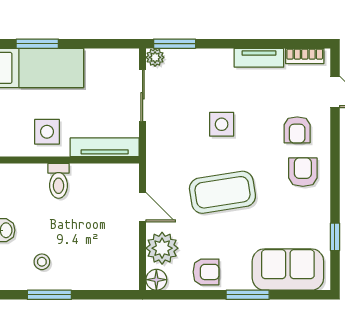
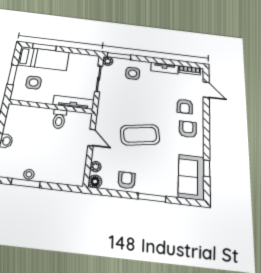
side table: (222, 124) -> (133, 73), moved
side table: (47, 132) -> (34, 82), moved
toilet: (59, 181) -> (59, 119), moved
plant: (162, 248) -> (95, 167), width x0.53, depth x0.53
stool: (42, 262) -> (29, 174), moved
sofa: (288, 270) -> (191, 177), moved, turned -90
armchair: (206, 272) -> (127, 180), turned -90

